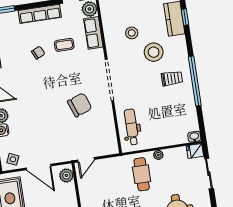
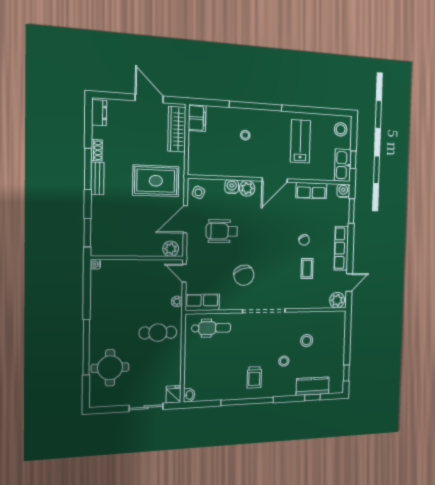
row of seats: (93, 33) -> (202, 302), moved
stool: (154, 52) -> (284, 361), width x0.53, depth x0.53
wheelchair: (43, 132) -> (222, 231), added
plant: (158, 155) -> (177, 301), moved

